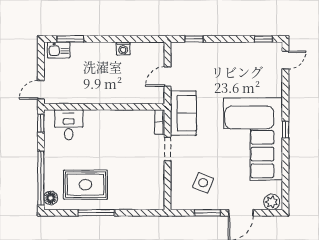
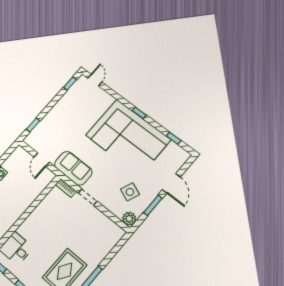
window: (285, 181) -> (174, 138), added
plant: (272, 202) -> (129, 219), moved

